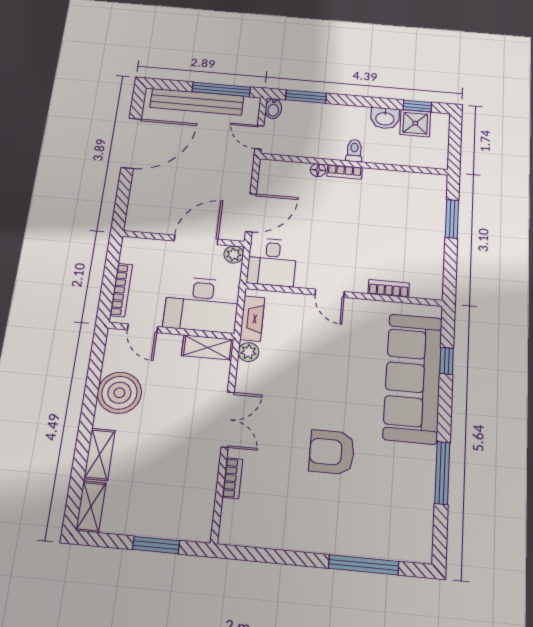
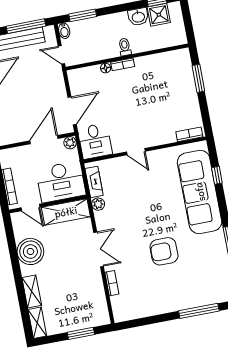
bookcase: (389, 288) -> (189, 134), moved
shelving: (208, 348) -> (66, 212), width x1.50, depth x1.33

